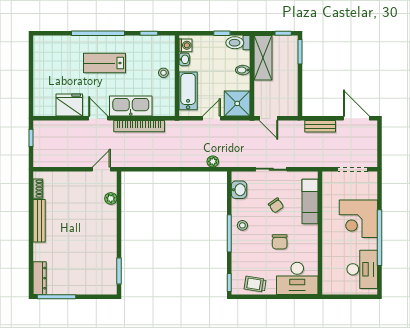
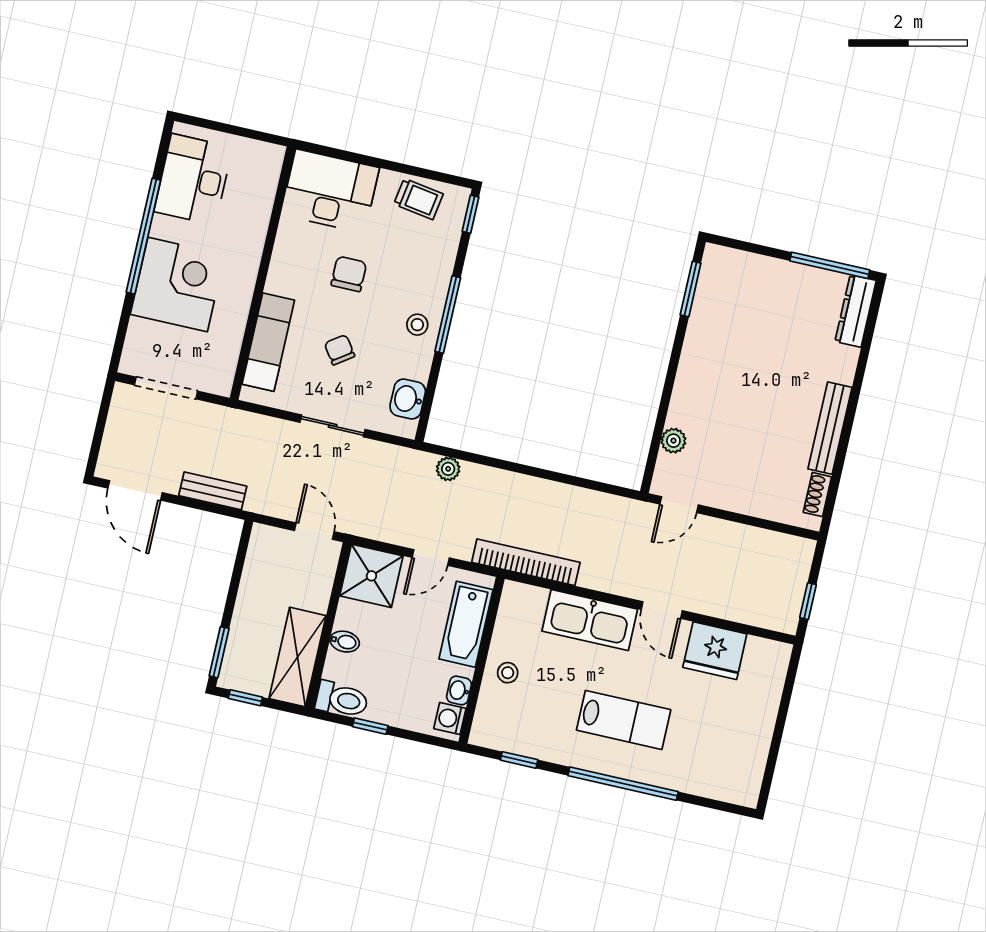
bookcase: (139, 126) -> (526, 562), moved

